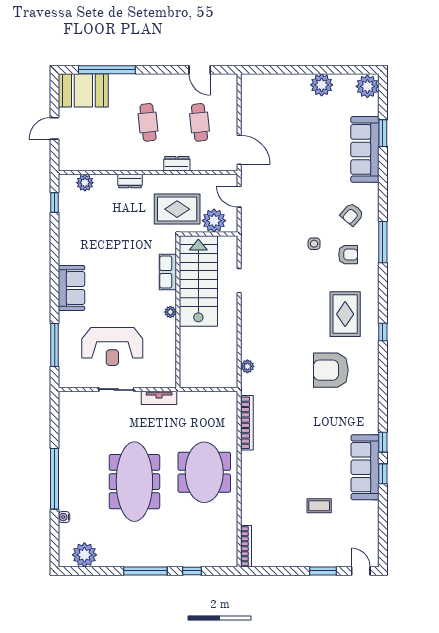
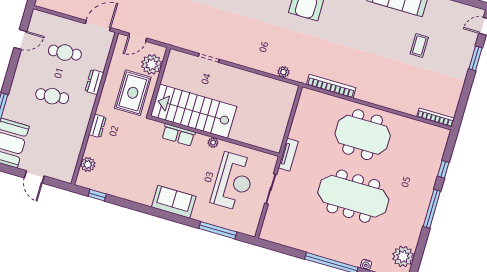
row of seats: (168, 272) -> (178, 135), moved
stairs: (198, 281) -> (194, 111), moved
plant: (170, 312) -> (213, 143), moved
wall: (178, 312) -> (215, 136), moved

